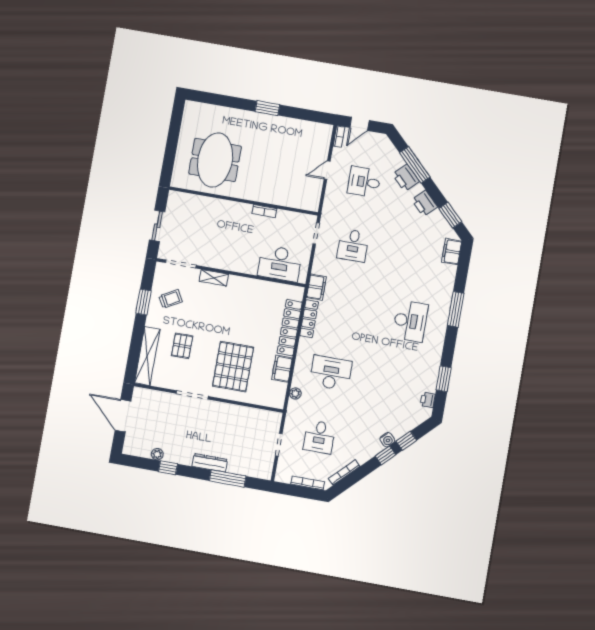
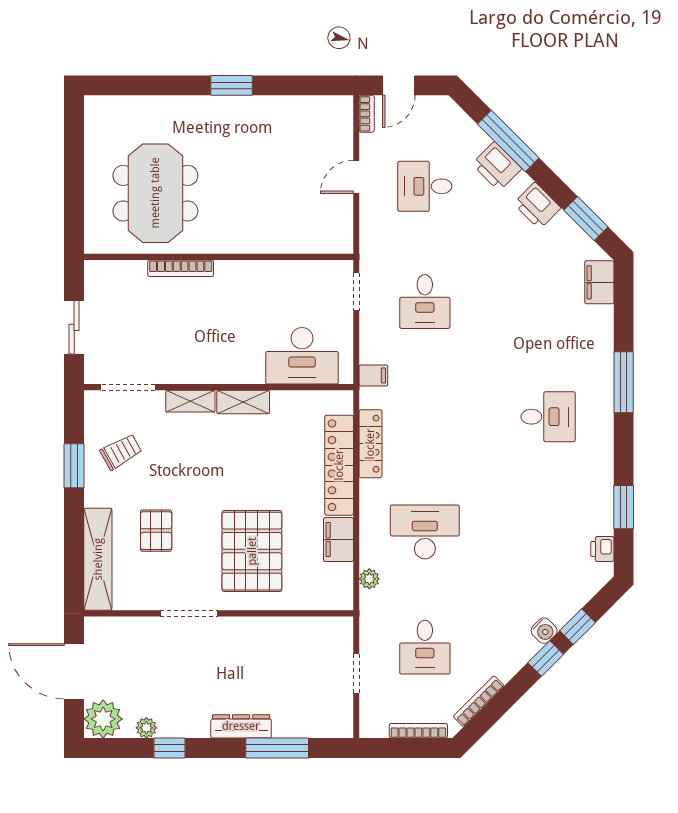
bookcase: (264, 211) -> (181, 268), moved, width x1.56
shelving: (243, 283) -> (243, 402), added
filing cabinet: (316, 287) -> (373, 375), width x0.50
desk: (410, 321) -> (548, 417), width x0.73
plant: (134, 445) -> (103, 719), added

